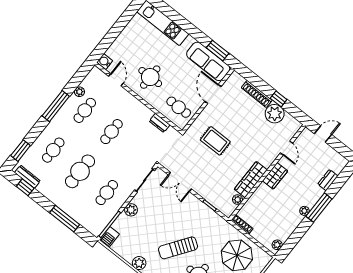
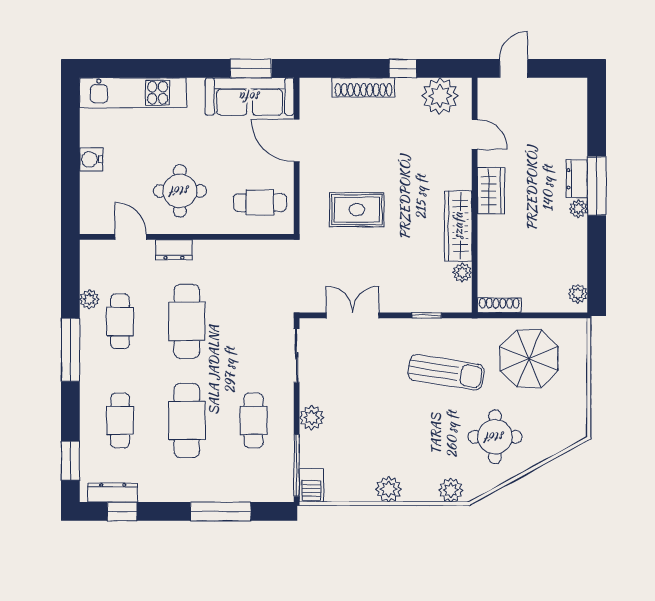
water cooler: (105, 62) -> (91, 159), moved
plant: (275, 114) -> (440, 96), moved
dresser: (160, 123) -> (174, 250), moved
cafe table: (112, 132) -> (187, 321), width x1.37, depth x1.35
dresser: (328, 180) -> (577, 179), moved
double door: (180, 182) -> (353, 315), swing flipped
sun lounger: (178, 248) -> (446, 372), moved, turned -116

